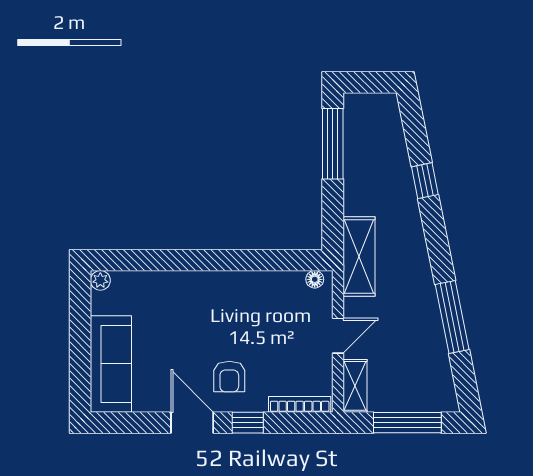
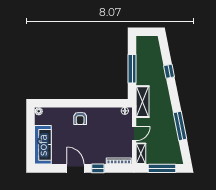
window: (333, 144) -> (132, 69), moved
armchair: (229, 377) -> (80, 118), moved

